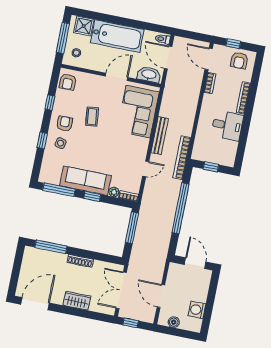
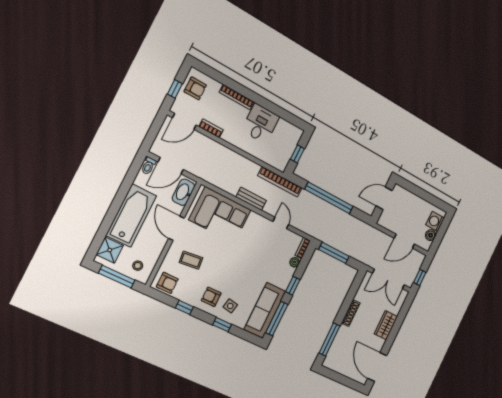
coffee table: (92, 117) -> (191, 260), moved
bench: (160, 136) -> (251, 199), width x0.73
sofa: (85, 181) -> (265, 310), moved
washing machine: (197, 310) -> (435, 221), moved, turned 90

